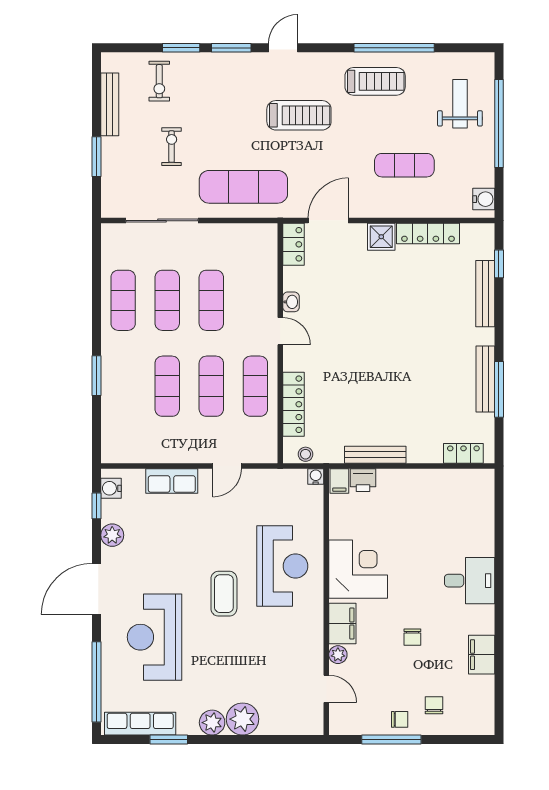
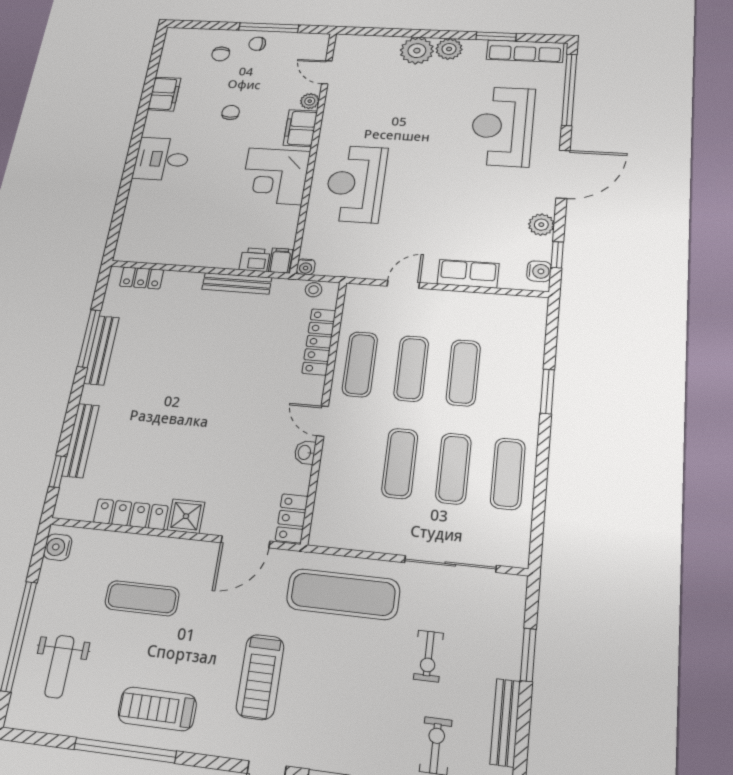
treadmill: (299, 115) -> (260, 677), turned -90
coffee table: (224, 594) -> (422, 162), removed
reception desk: (155, 637) -> (502, 126), turned 180

